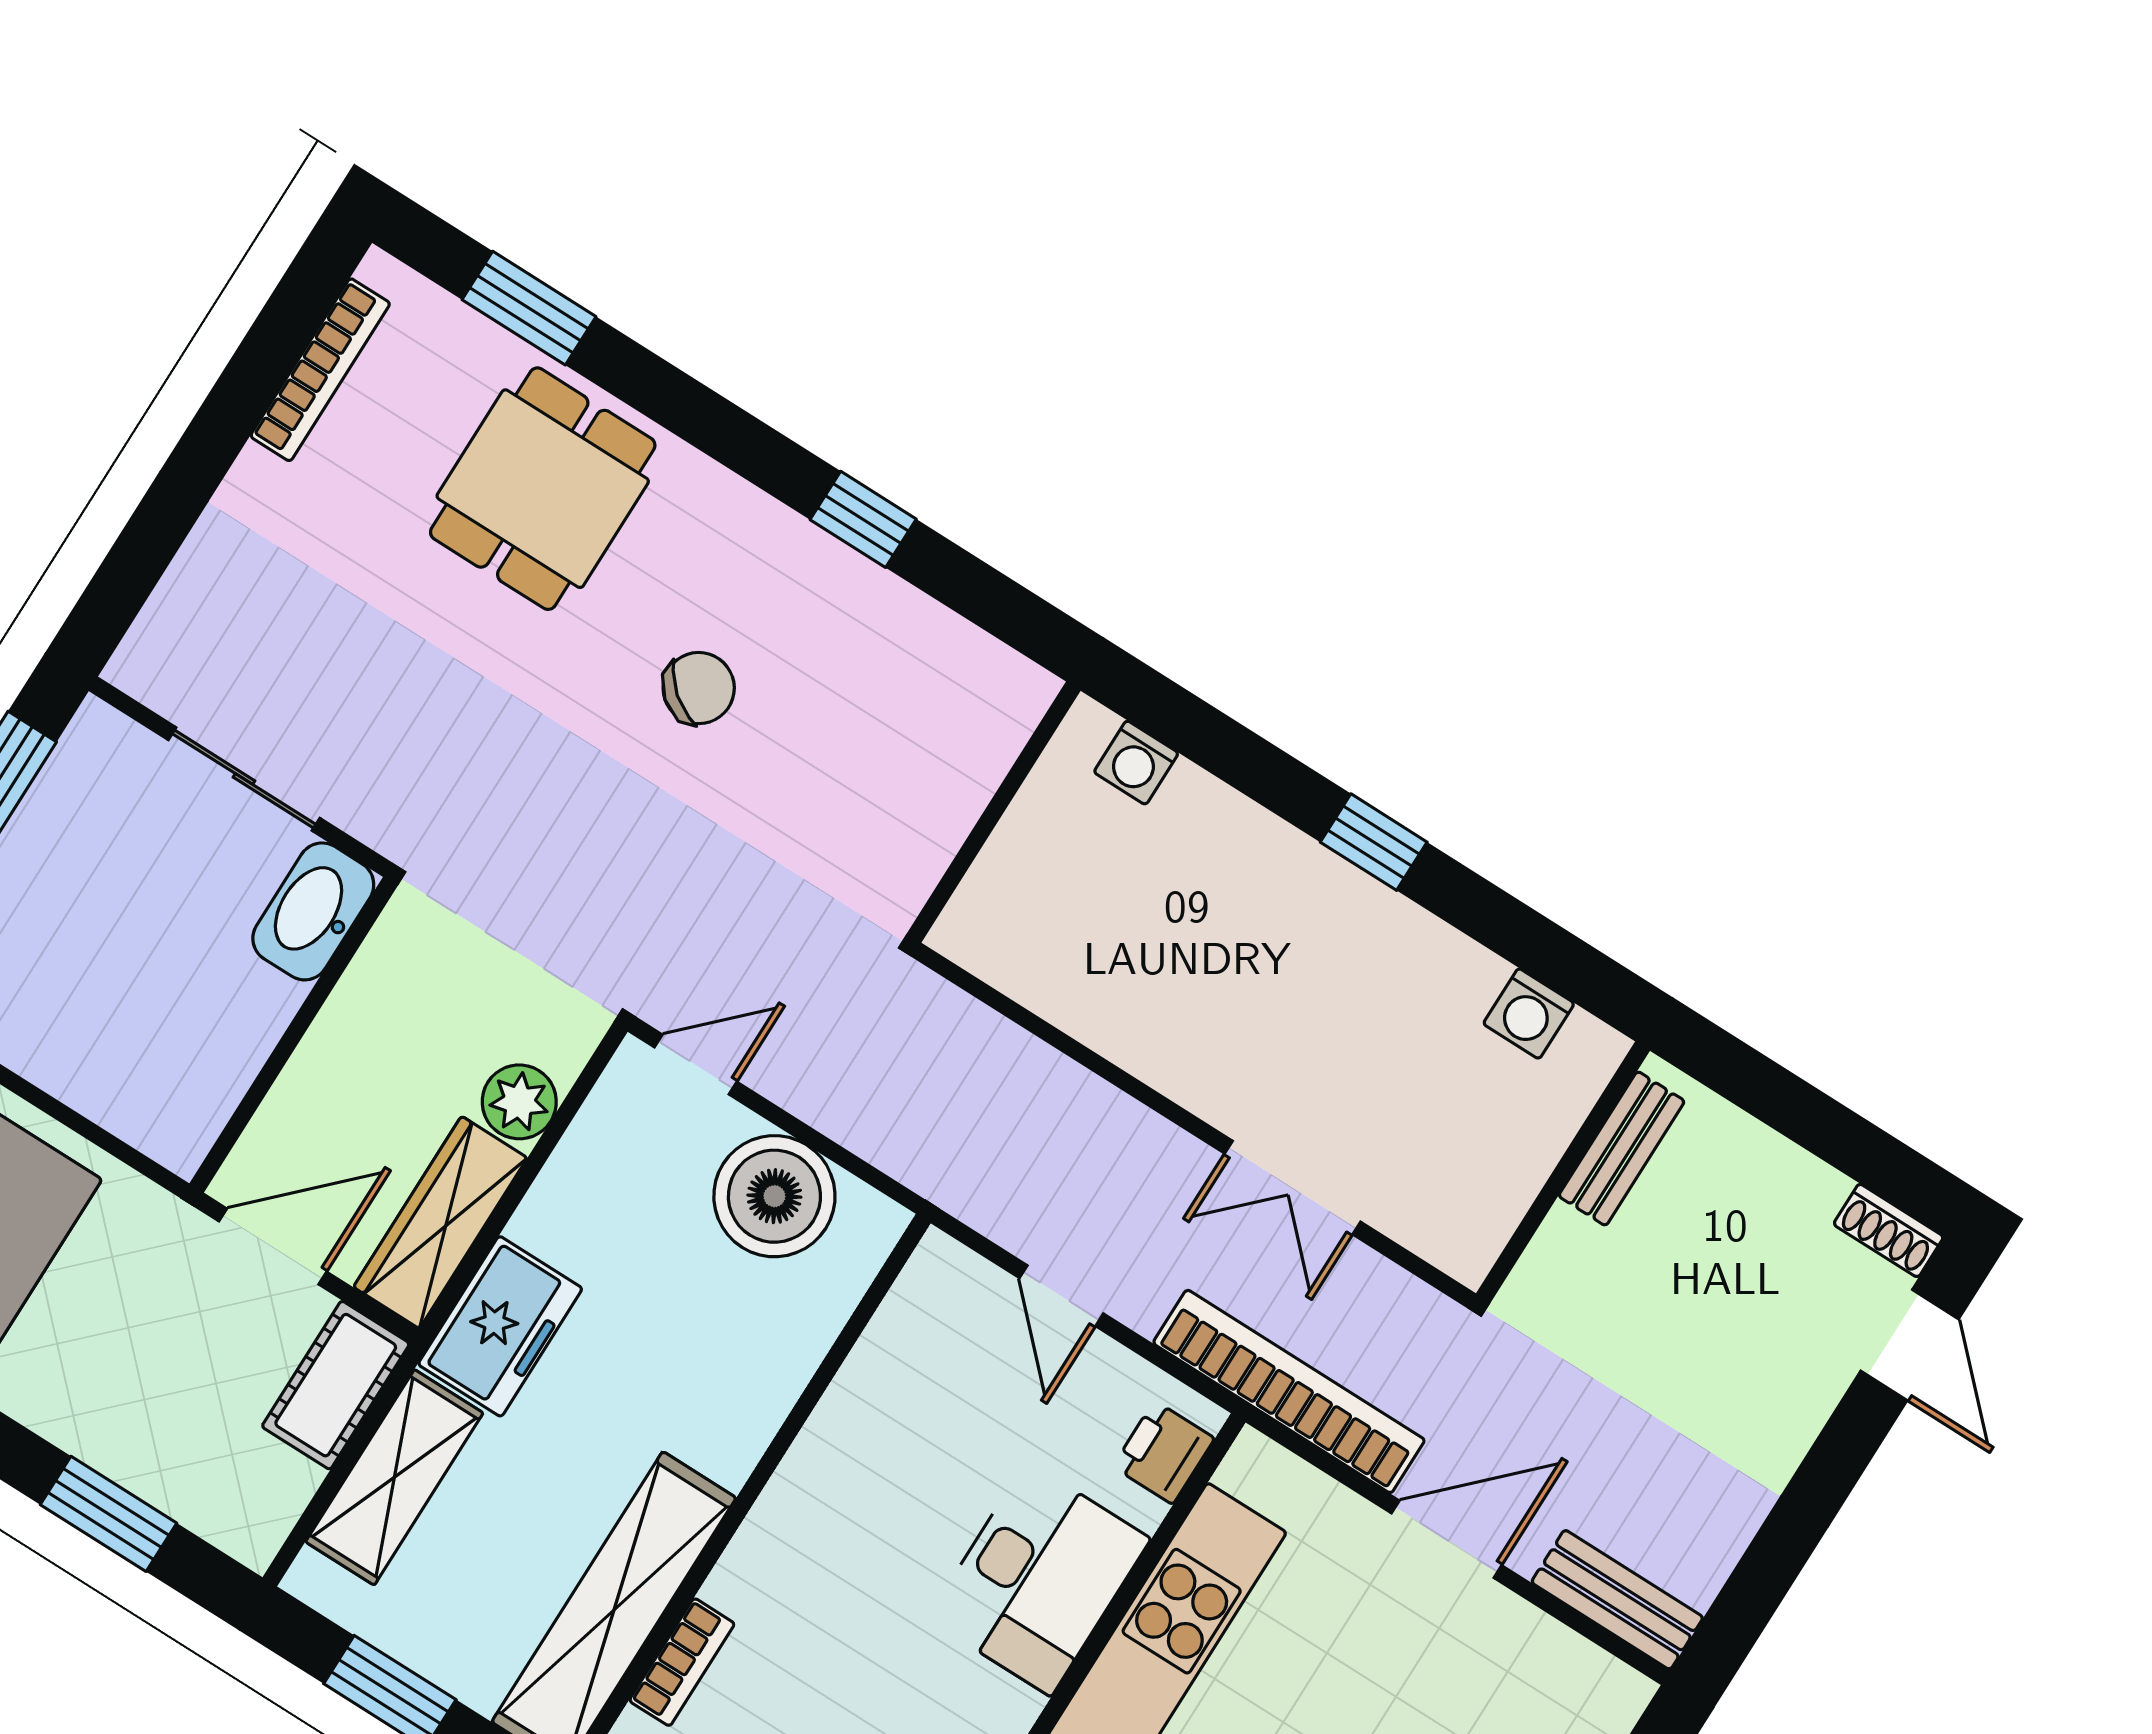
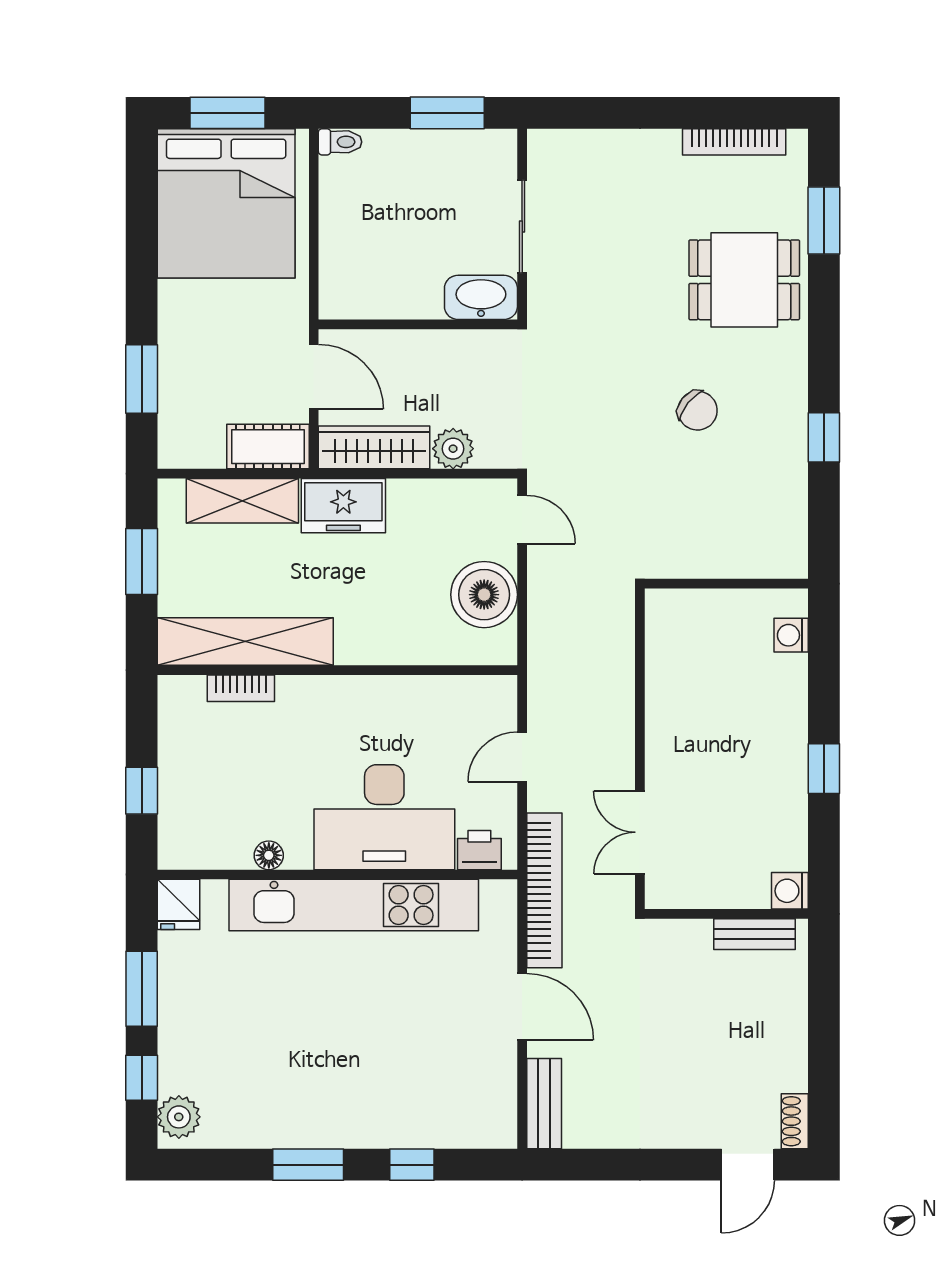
bench: (1622, 1149) -> (754, 934), moved
wall: (1563, 1172) -> (726, 914), moved
desk: (1039, 1579) -> (384, 817), width x1.36, depth x1.30

